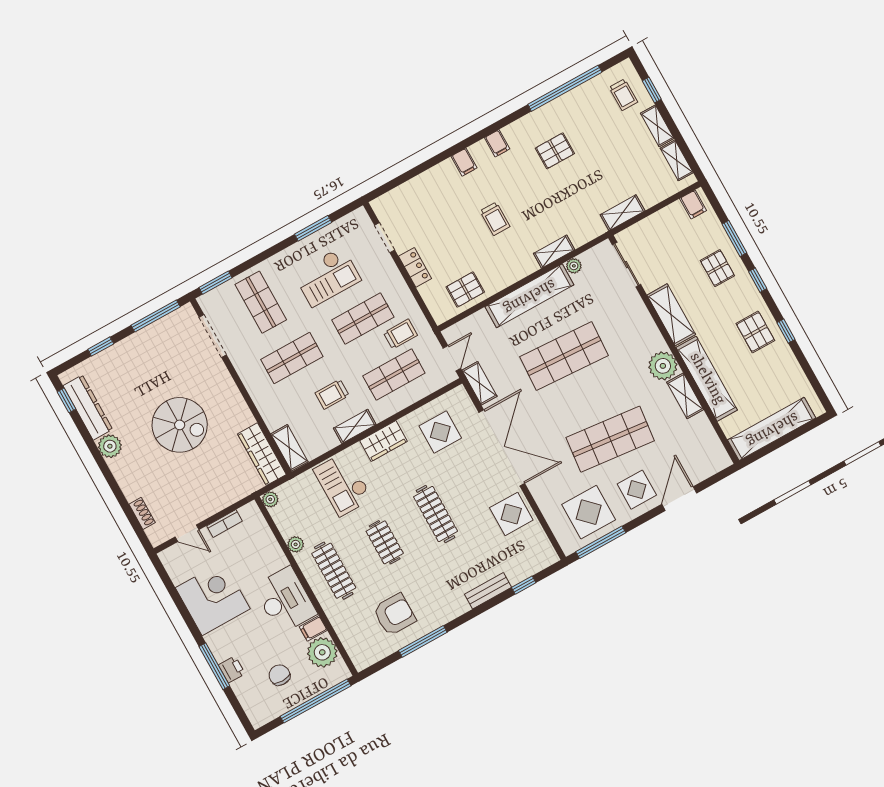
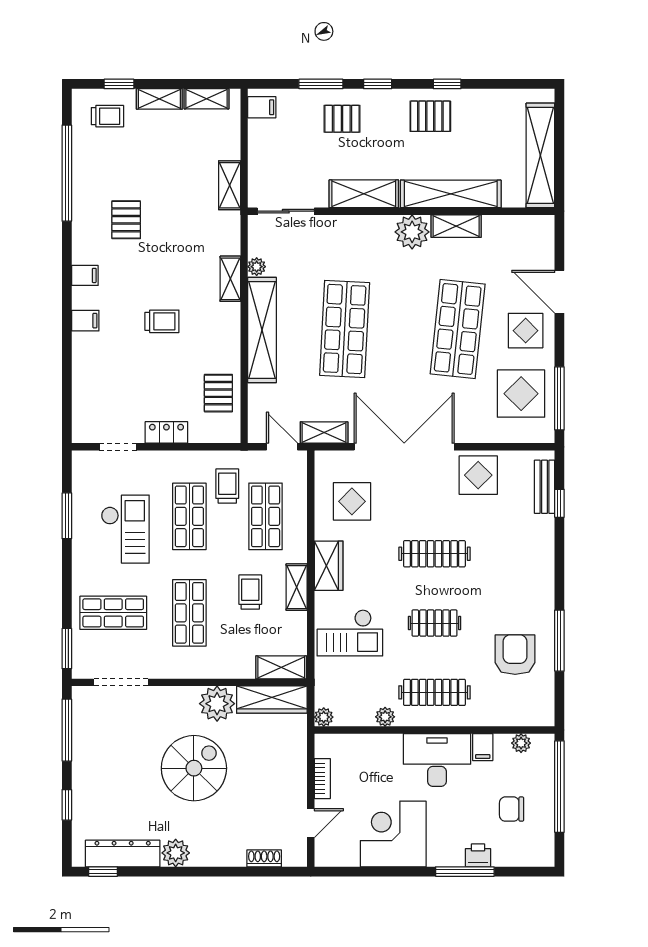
trolley: (332, 394) -> (250, 592), turned 180
plant: (236, 416) -> (217, 704), added
bench: (488, 591) -> (545, 487), moved
plant: (322, 652) -> (521, 743), width x0.53, depth x0.53

